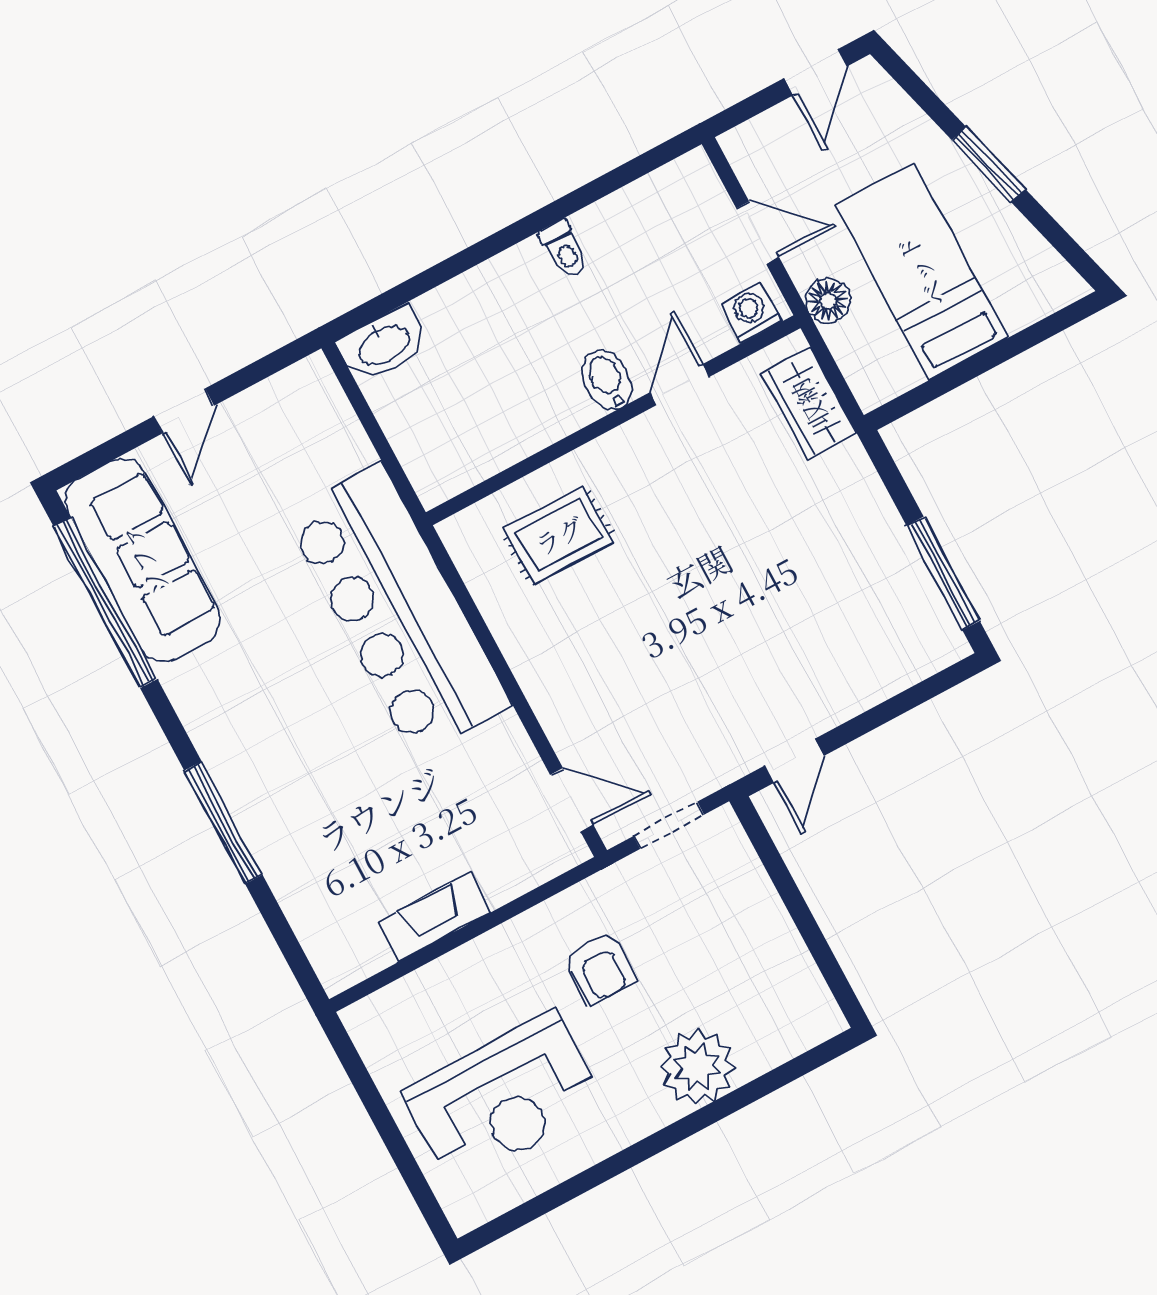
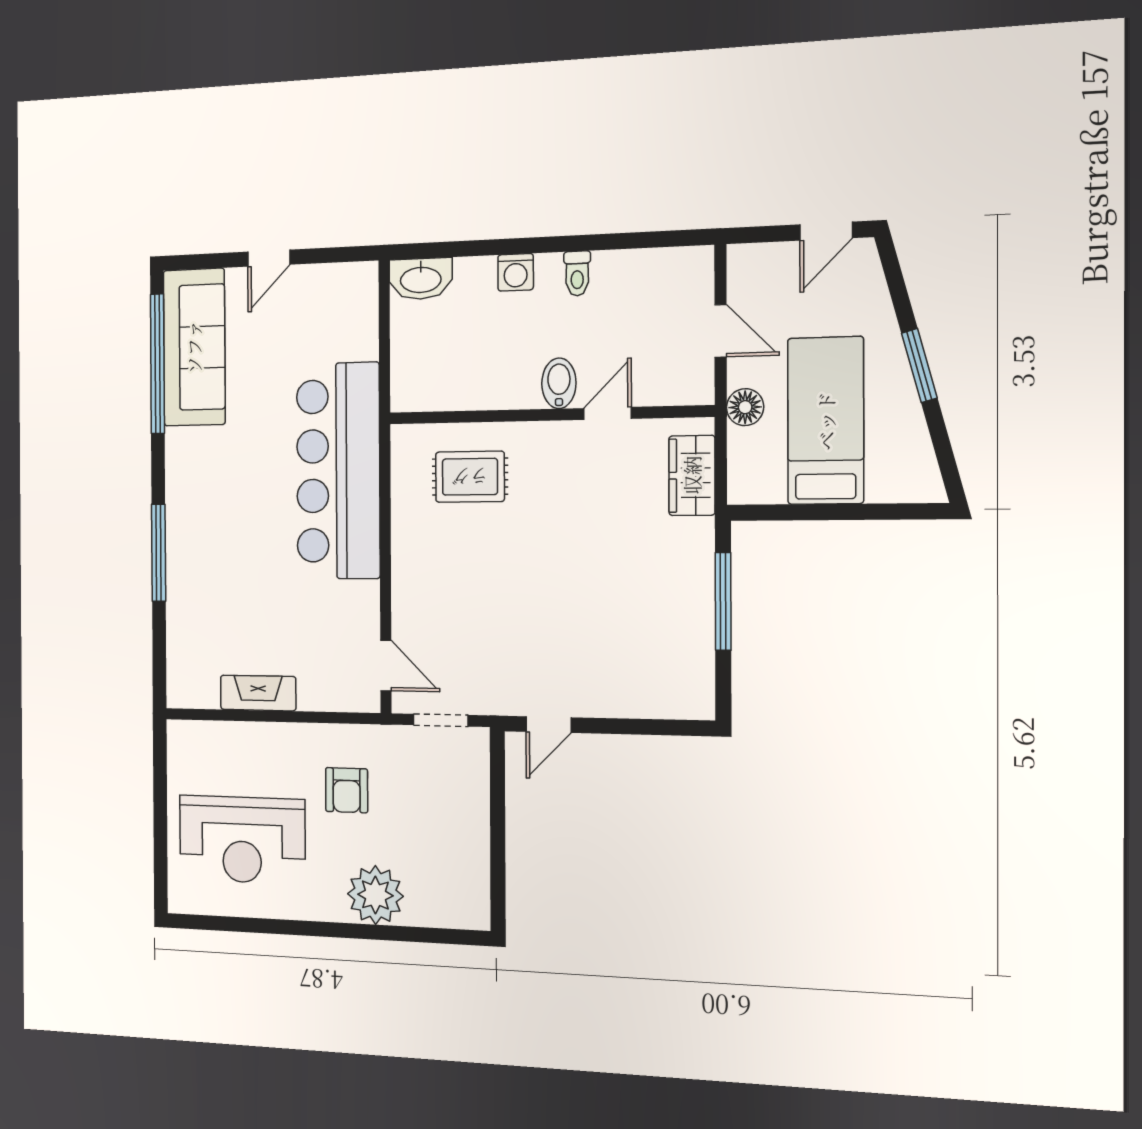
washing machine: (751, 312) -> (516, 272), moved, turned 180
window: (943, 573) -> (723, 601), moved

